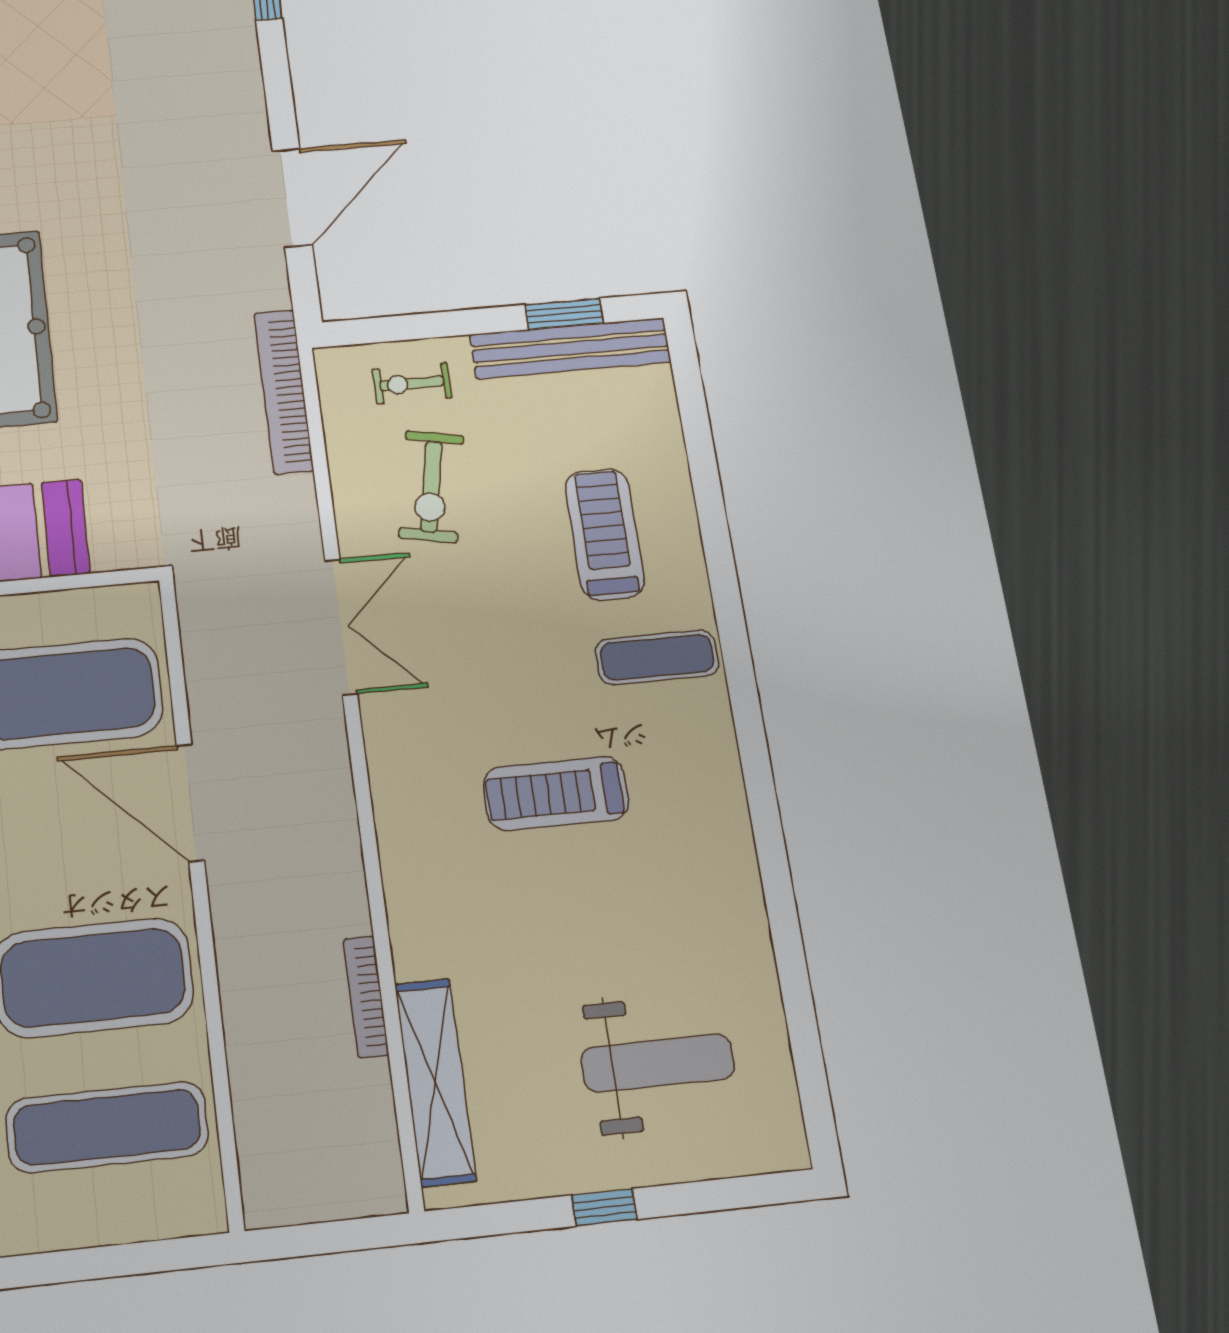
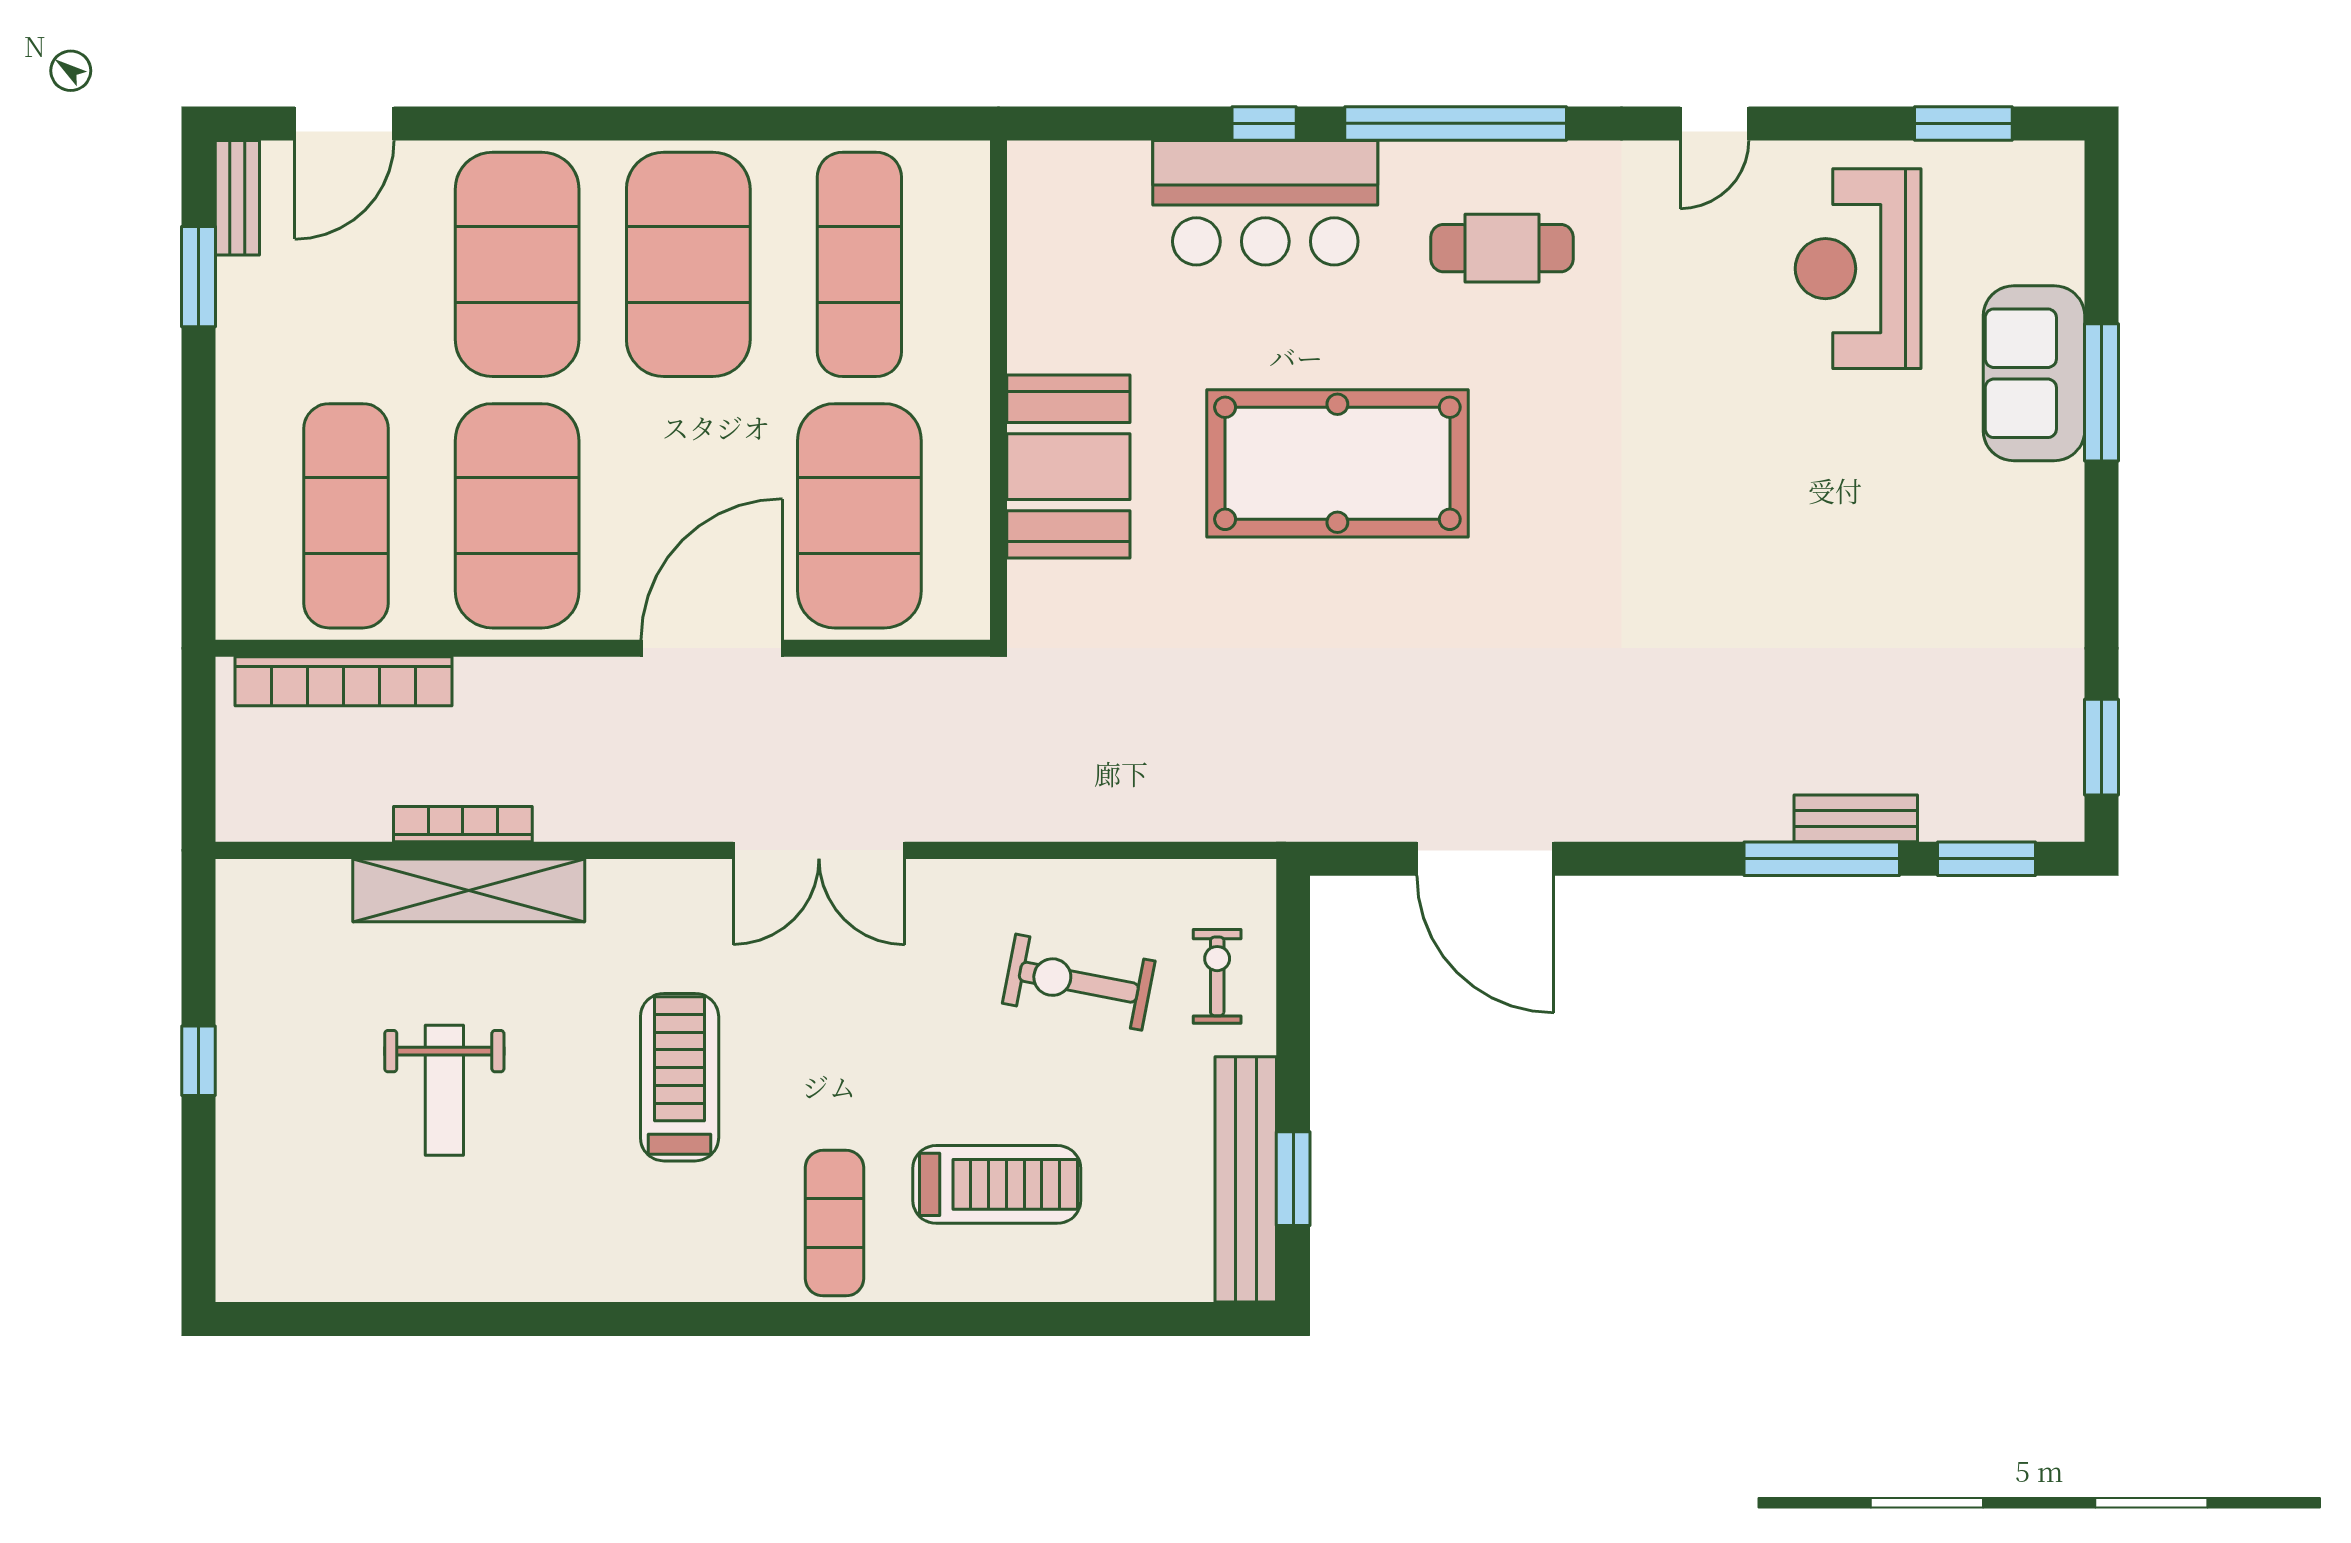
bookcase: (284, 391) -> (344, 681), moved, turned 180
double door: (341, 627) -> (819, 850), moved
weight bench: (658, 1063) -> (444, 1090), moved, width x0.73, depth x0.75
shelving: (435, 1082) -> (469, 890), moved

